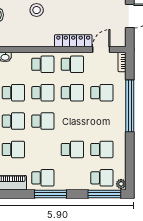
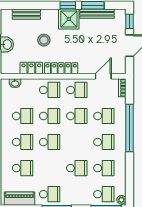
locker: (23, 40) -> (31, 68), added
locker: (73, 41) -> (61, 68), moved
school desk: (102, 121) -> (104, 142), added

